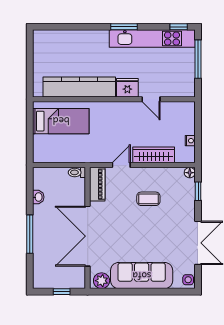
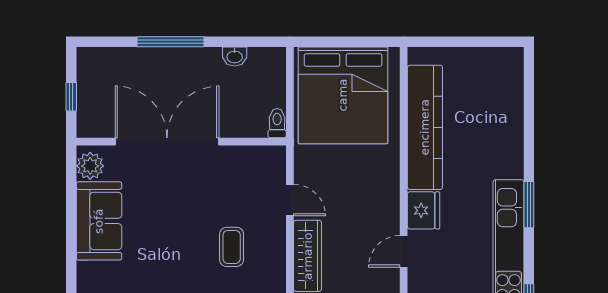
bed: (61, 121) -> (343, 95), width x2.04
piano: (97, 184) -> (257, 159), removed
sofa: (142, 276) -> (99, 221), width x0.73

